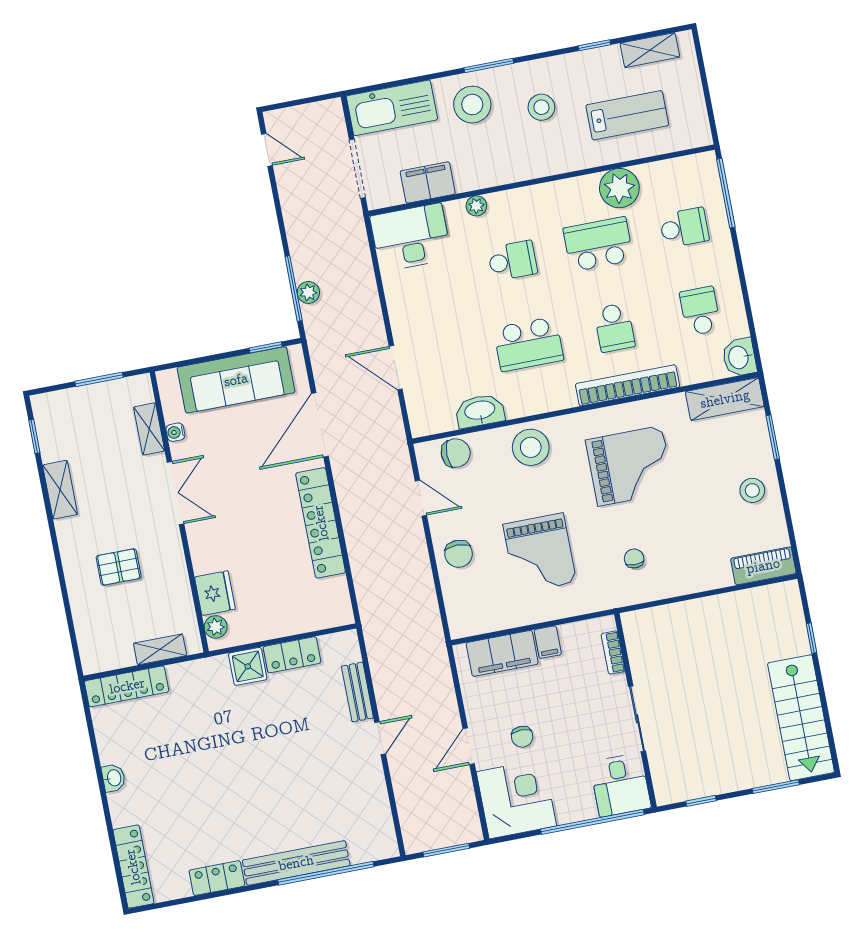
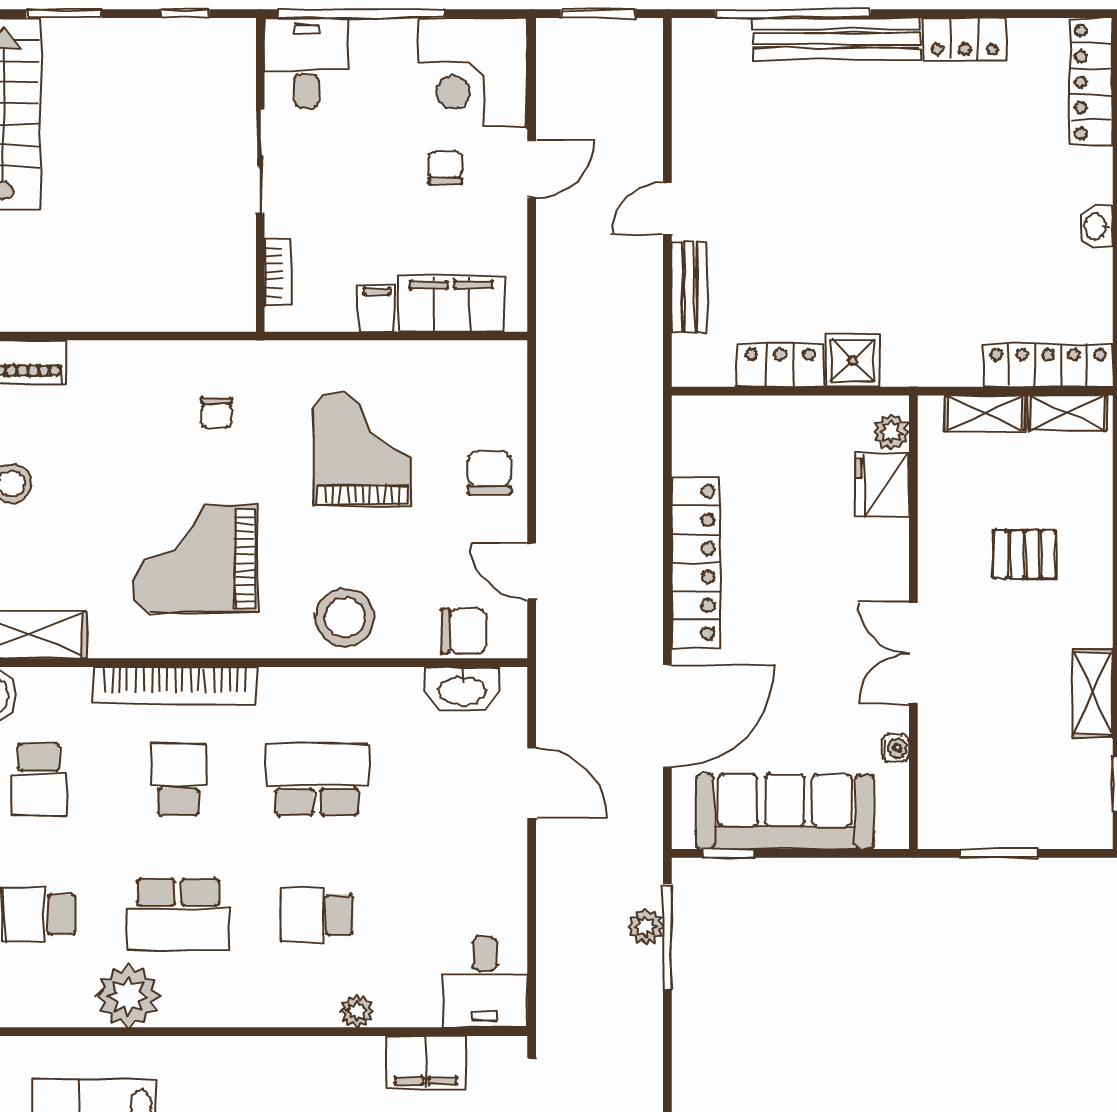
desk: (411, 237) -> (485, 982), width x0.73
washbasin: (480, 411) -> (462, 690), moved
shelving: (149, 429) -> (1067, 413), moved, turned 90
chair: (456, 453) -> (464, 631), turned 180

